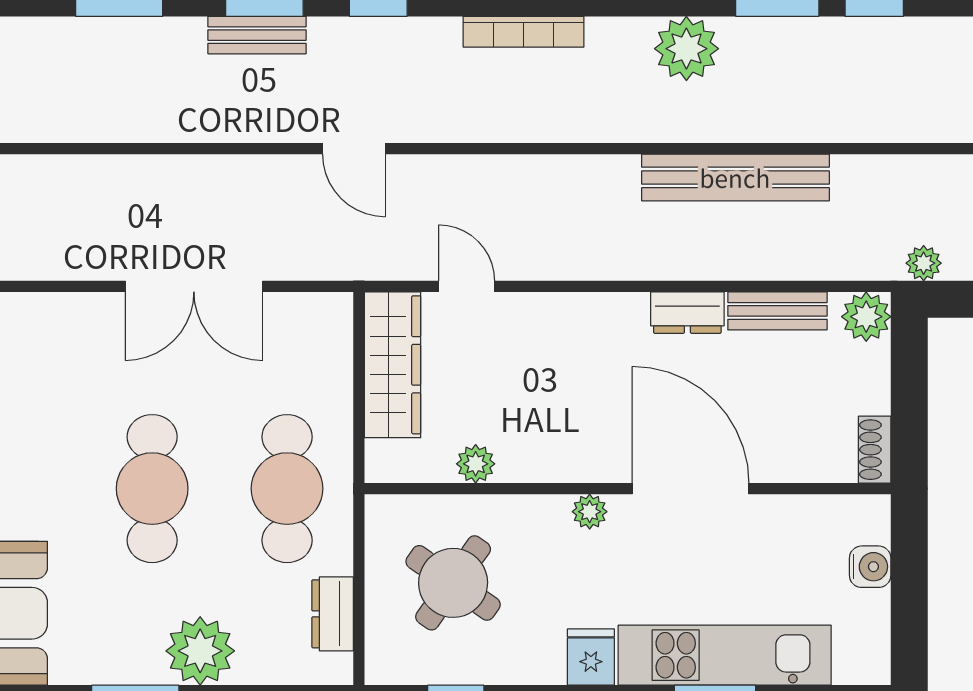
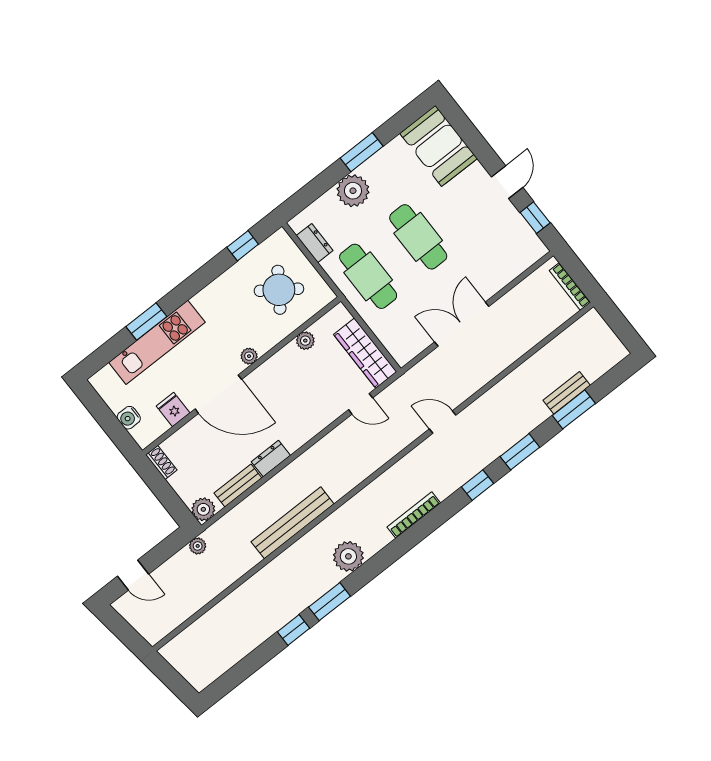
bench: (257, 35) -> (567, 393), moved
fridge: (591, 657) -> (173, 410), moved, turned 180

